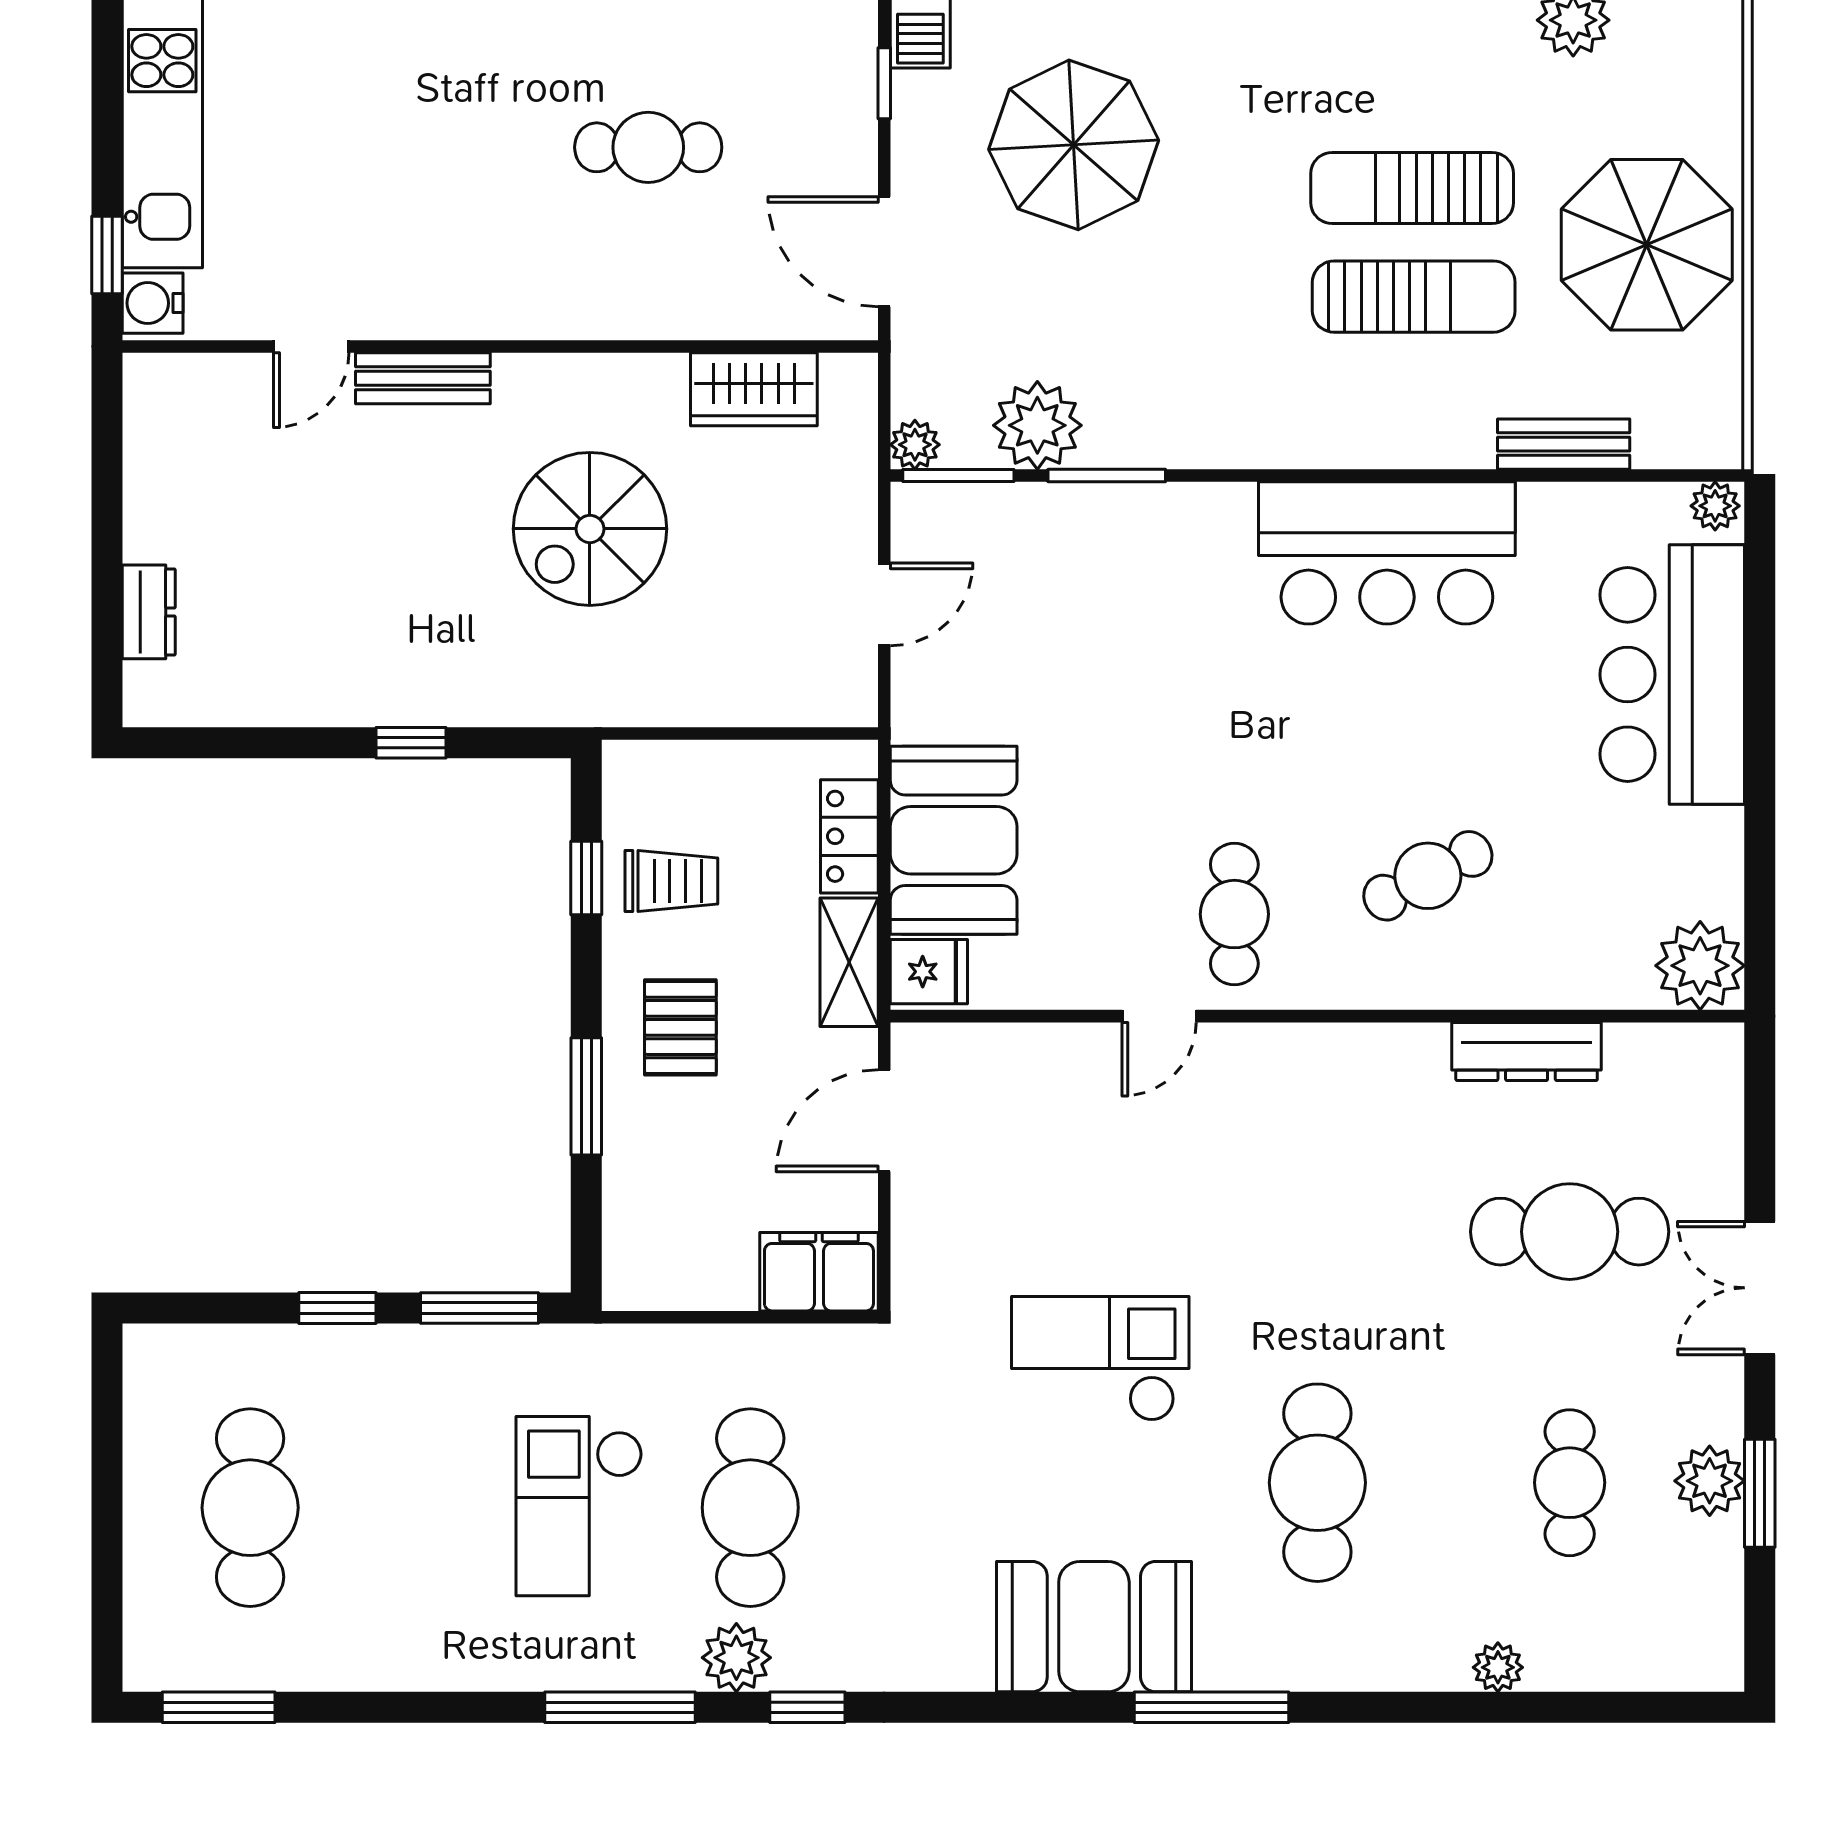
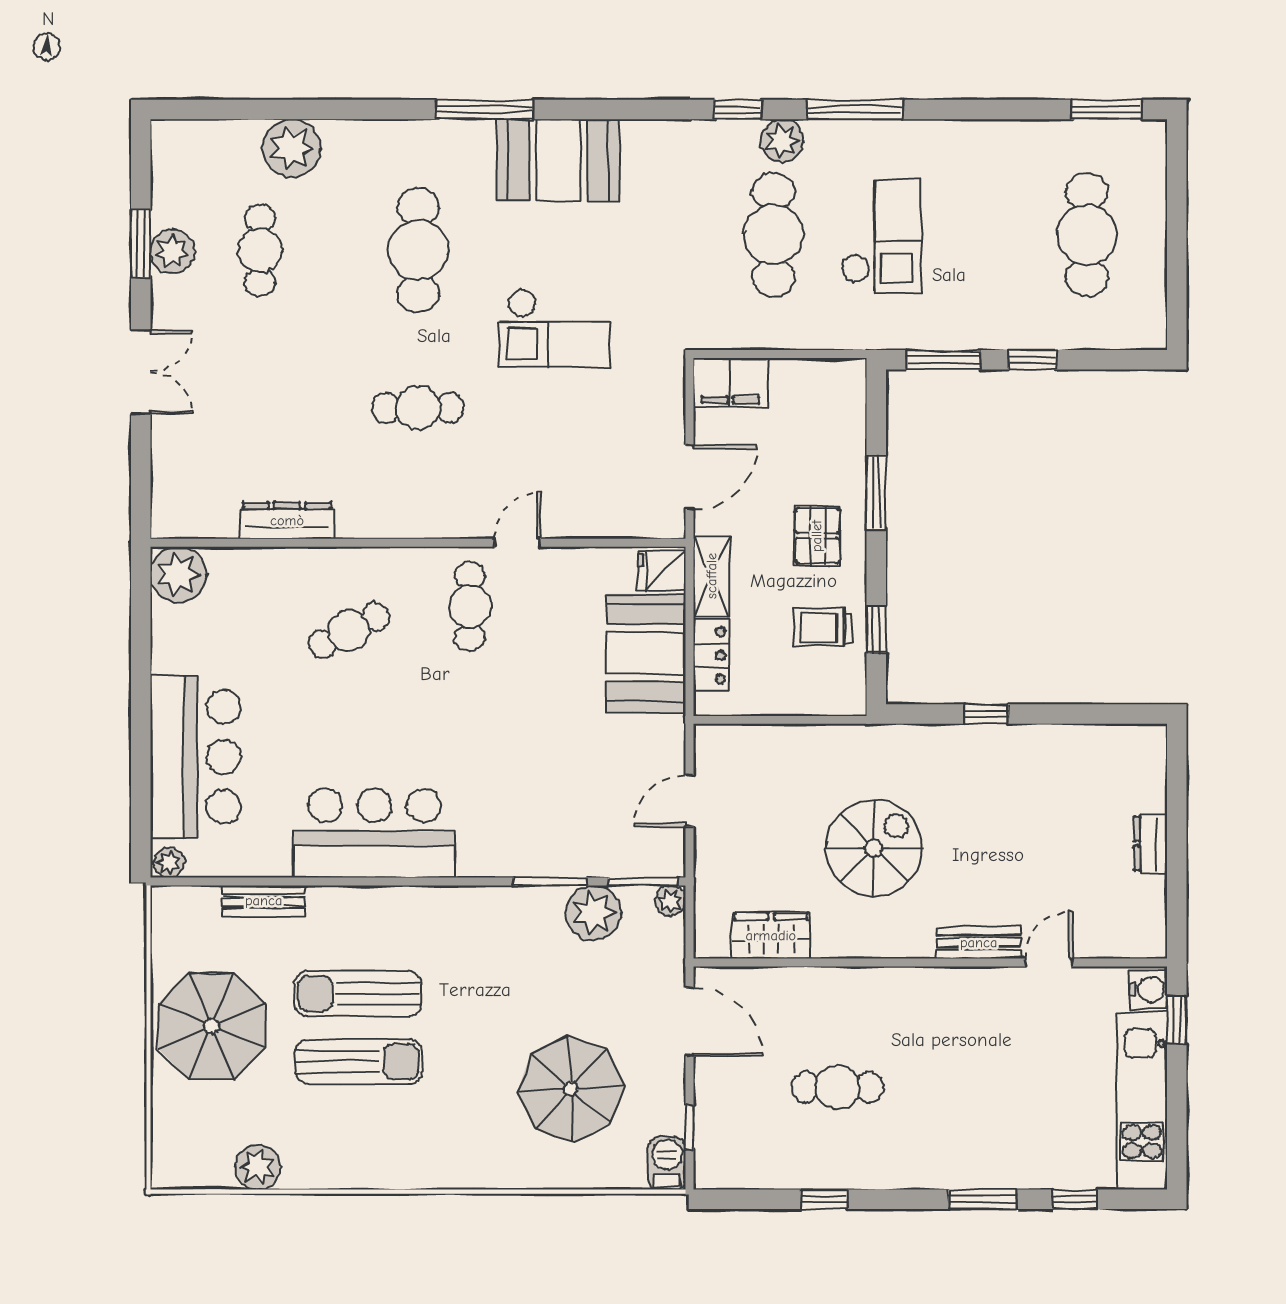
dresser: (149, 612) -> (1151, 844), moved
cafe table: (1570, 1232) -> (418, 408), moved, width x0.73, depth x0.74
plant: (1498, 1667) -> (291, 148), width x1.88, depth x1.88

